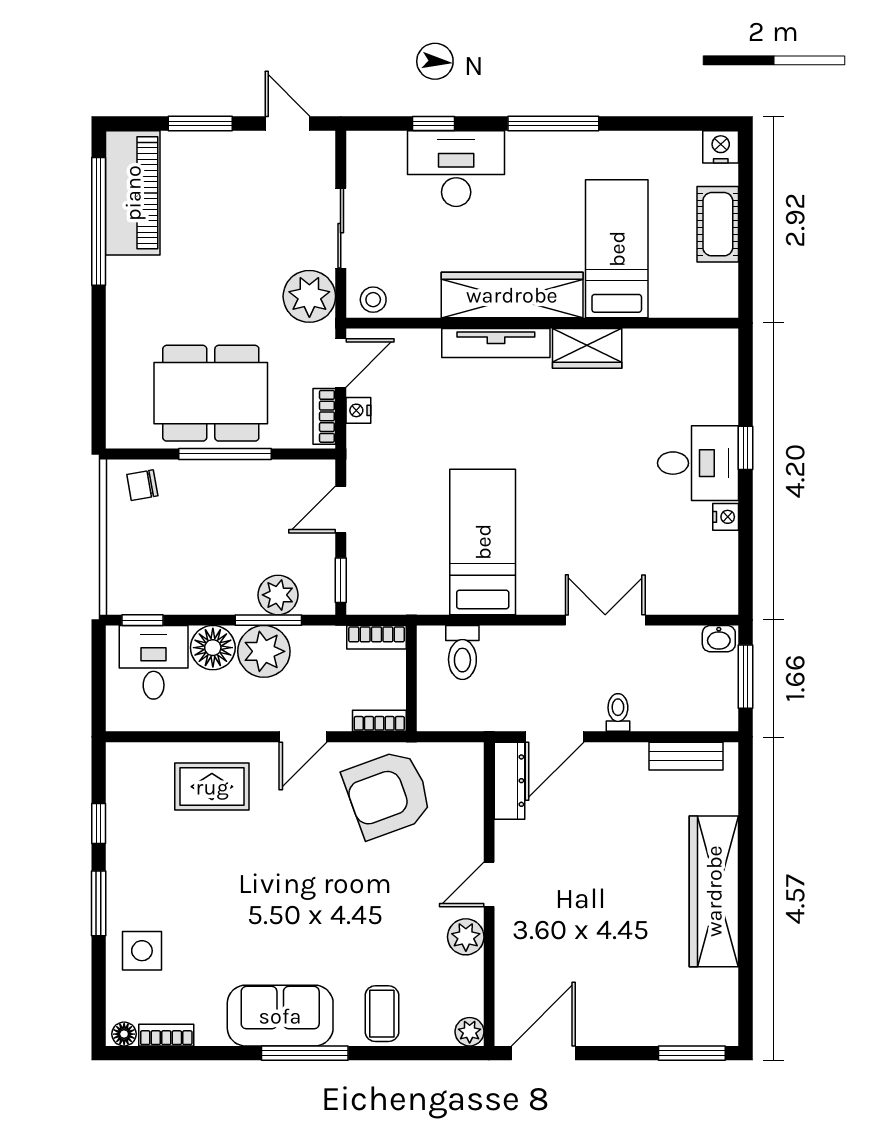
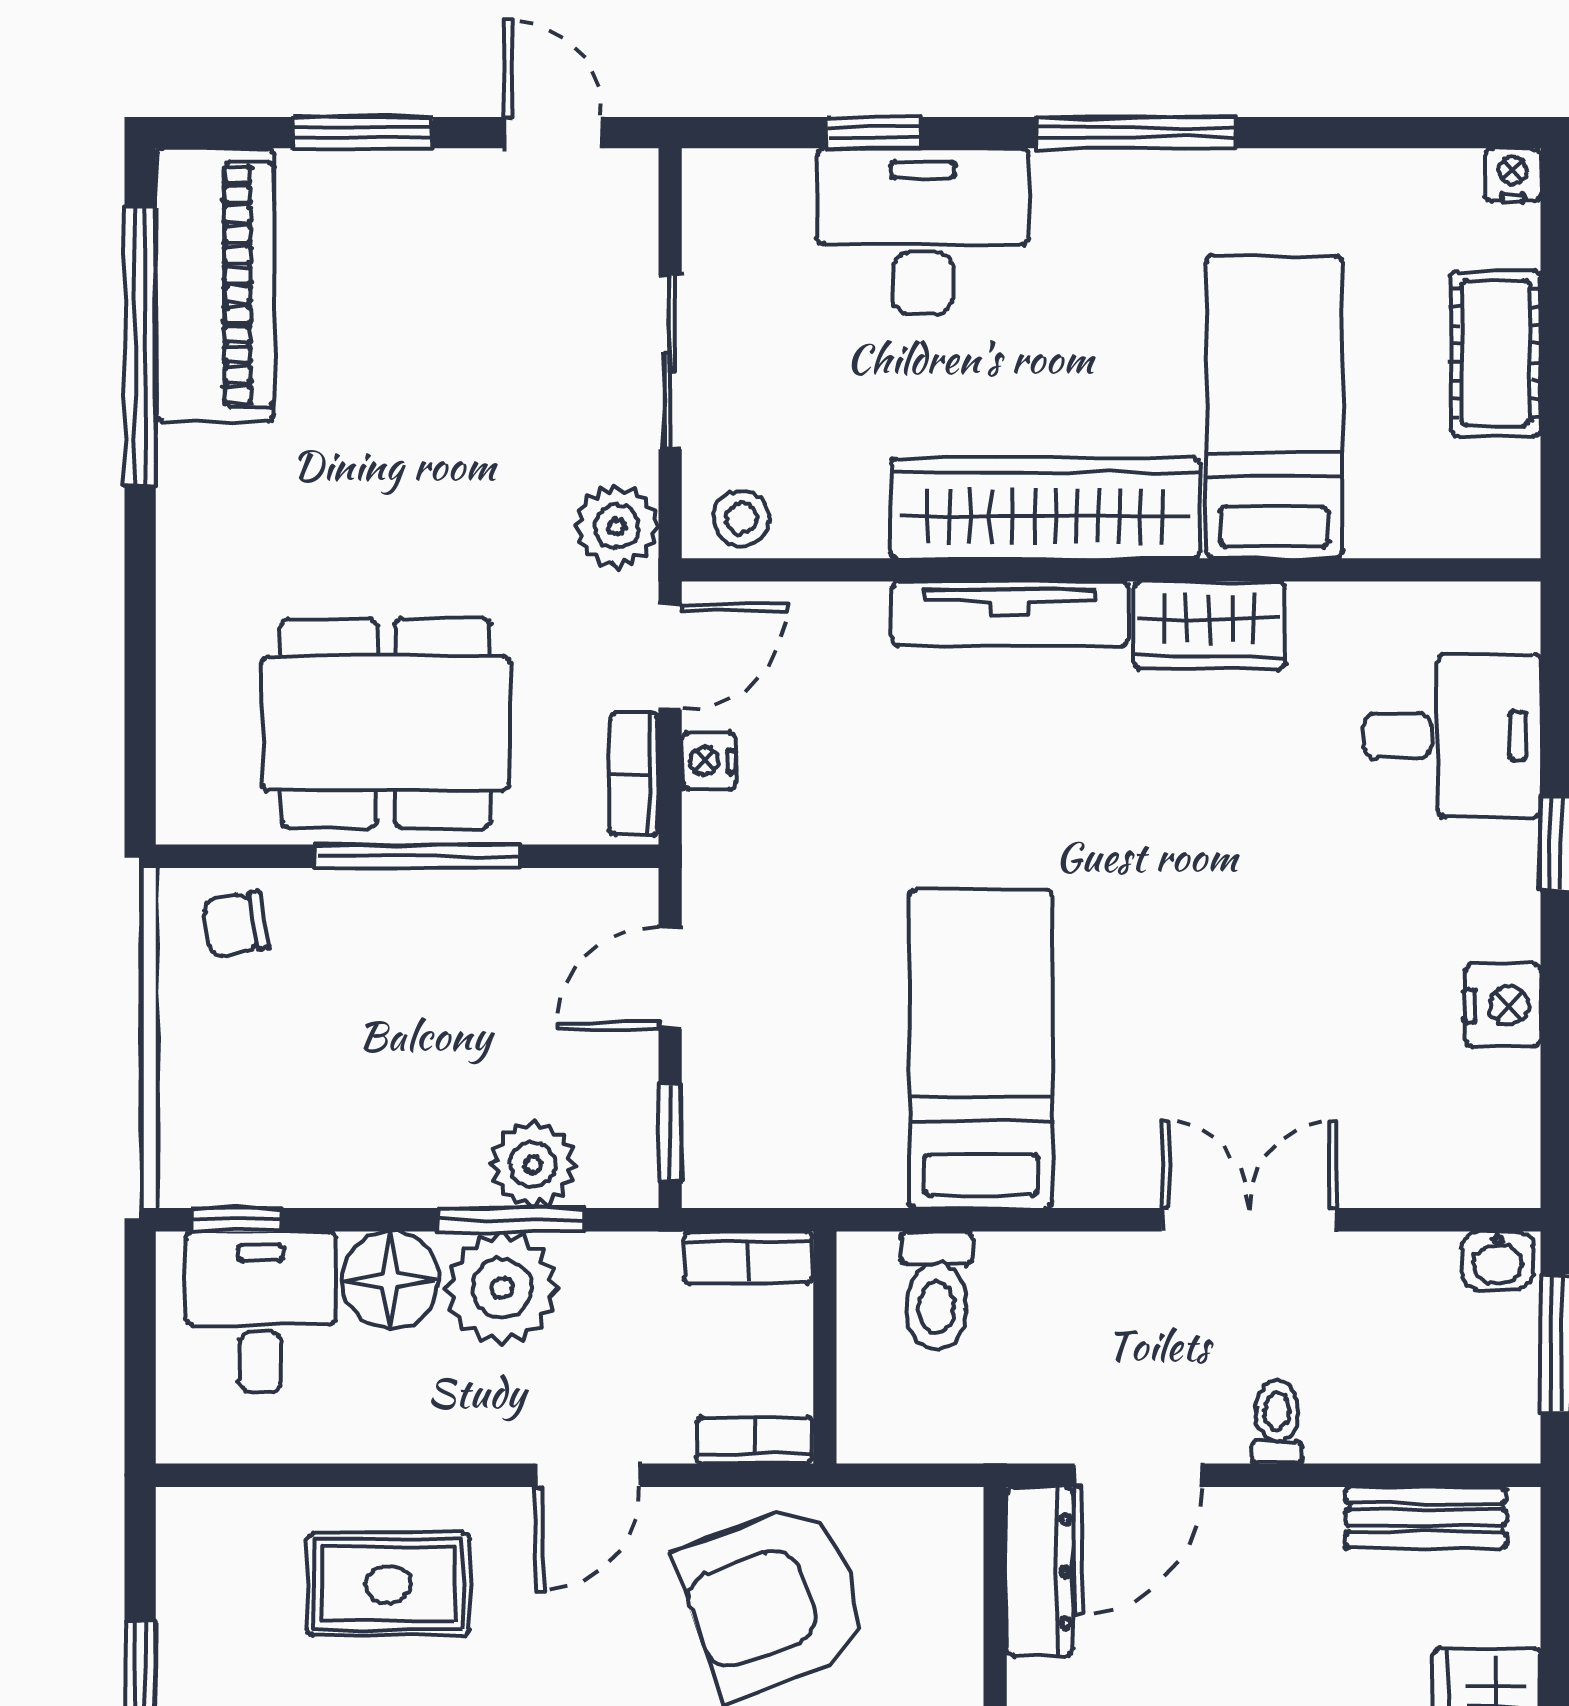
nightstand: (721, 147) -> (1513, 175), width x0.72, depth x0.74
plant: (309, 296) -> (617, 526), width x0.73, depth x0.73
desk: (698, 463) -> (1452, 736), moved
nightstand: (726, 517) -> (1503, 1005), width x1.39, depth x1.35

